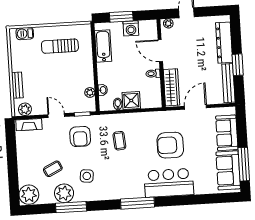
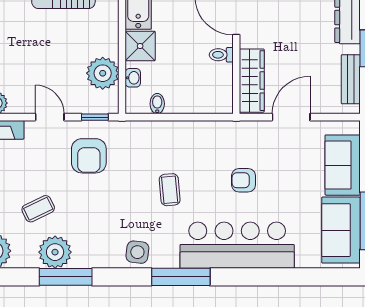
bench: (228, 83) -> (351, 79), width x0.73
plant: (90, 92) -> (103, 73), width x1.88, depth x1.88
shower: (131, 101) -> (140, 46), moved
coffee table: (119, 141) -> (170, 190), moved
armchair: (170, 145) -> (244, 180), width x0.53, depth x0.53
side table: (87, 176) -> (137, 252), moved
bar counter: (169, 183) -> (237, 245), width x1.36

